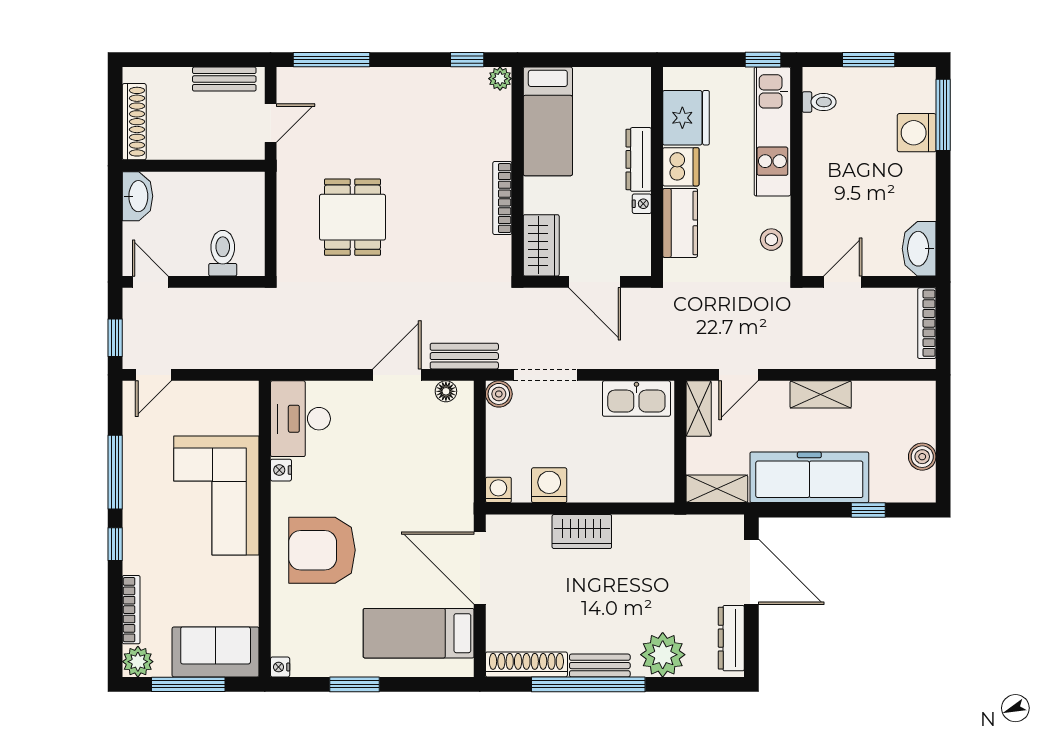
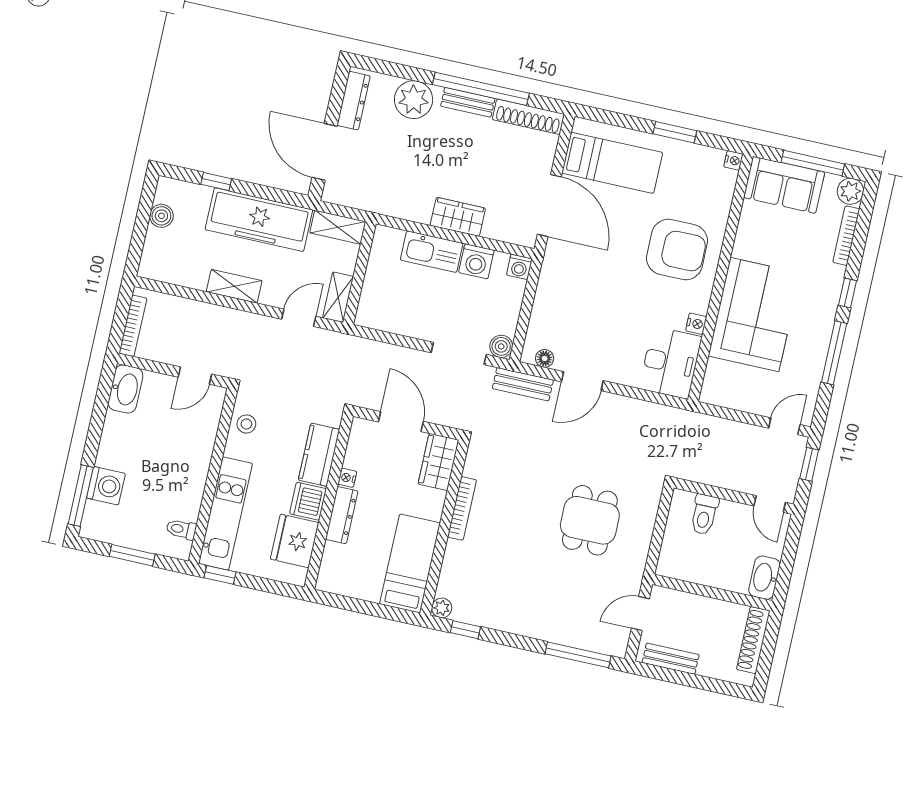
kitchen sink: (636, 399) -> (432, 252), moved, turned 180

